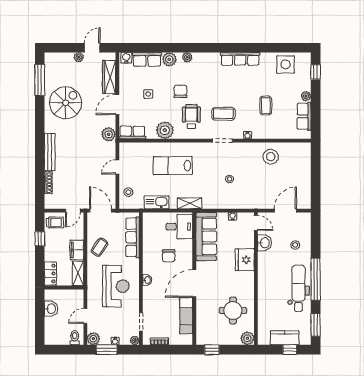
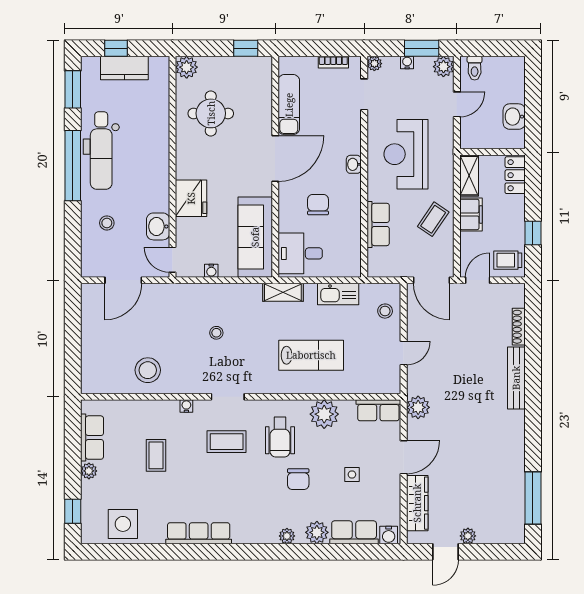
spiral stairs: (66, 103) -> (490, 460), removed
row of seats: (133, 237) -> (378, 224), width x0.68

